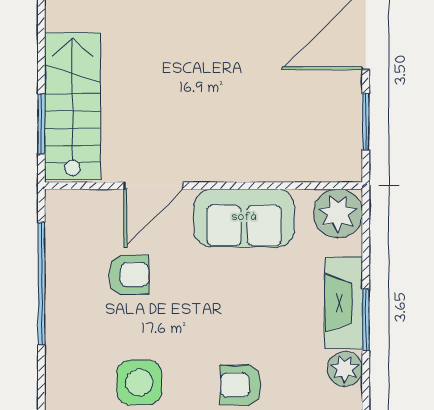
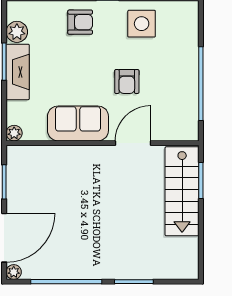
plant: (338, 214) -> (14, 133), width x0.53, depth x0.53
armchair: (129, 275) -> (127, 81), moved, turned -90

